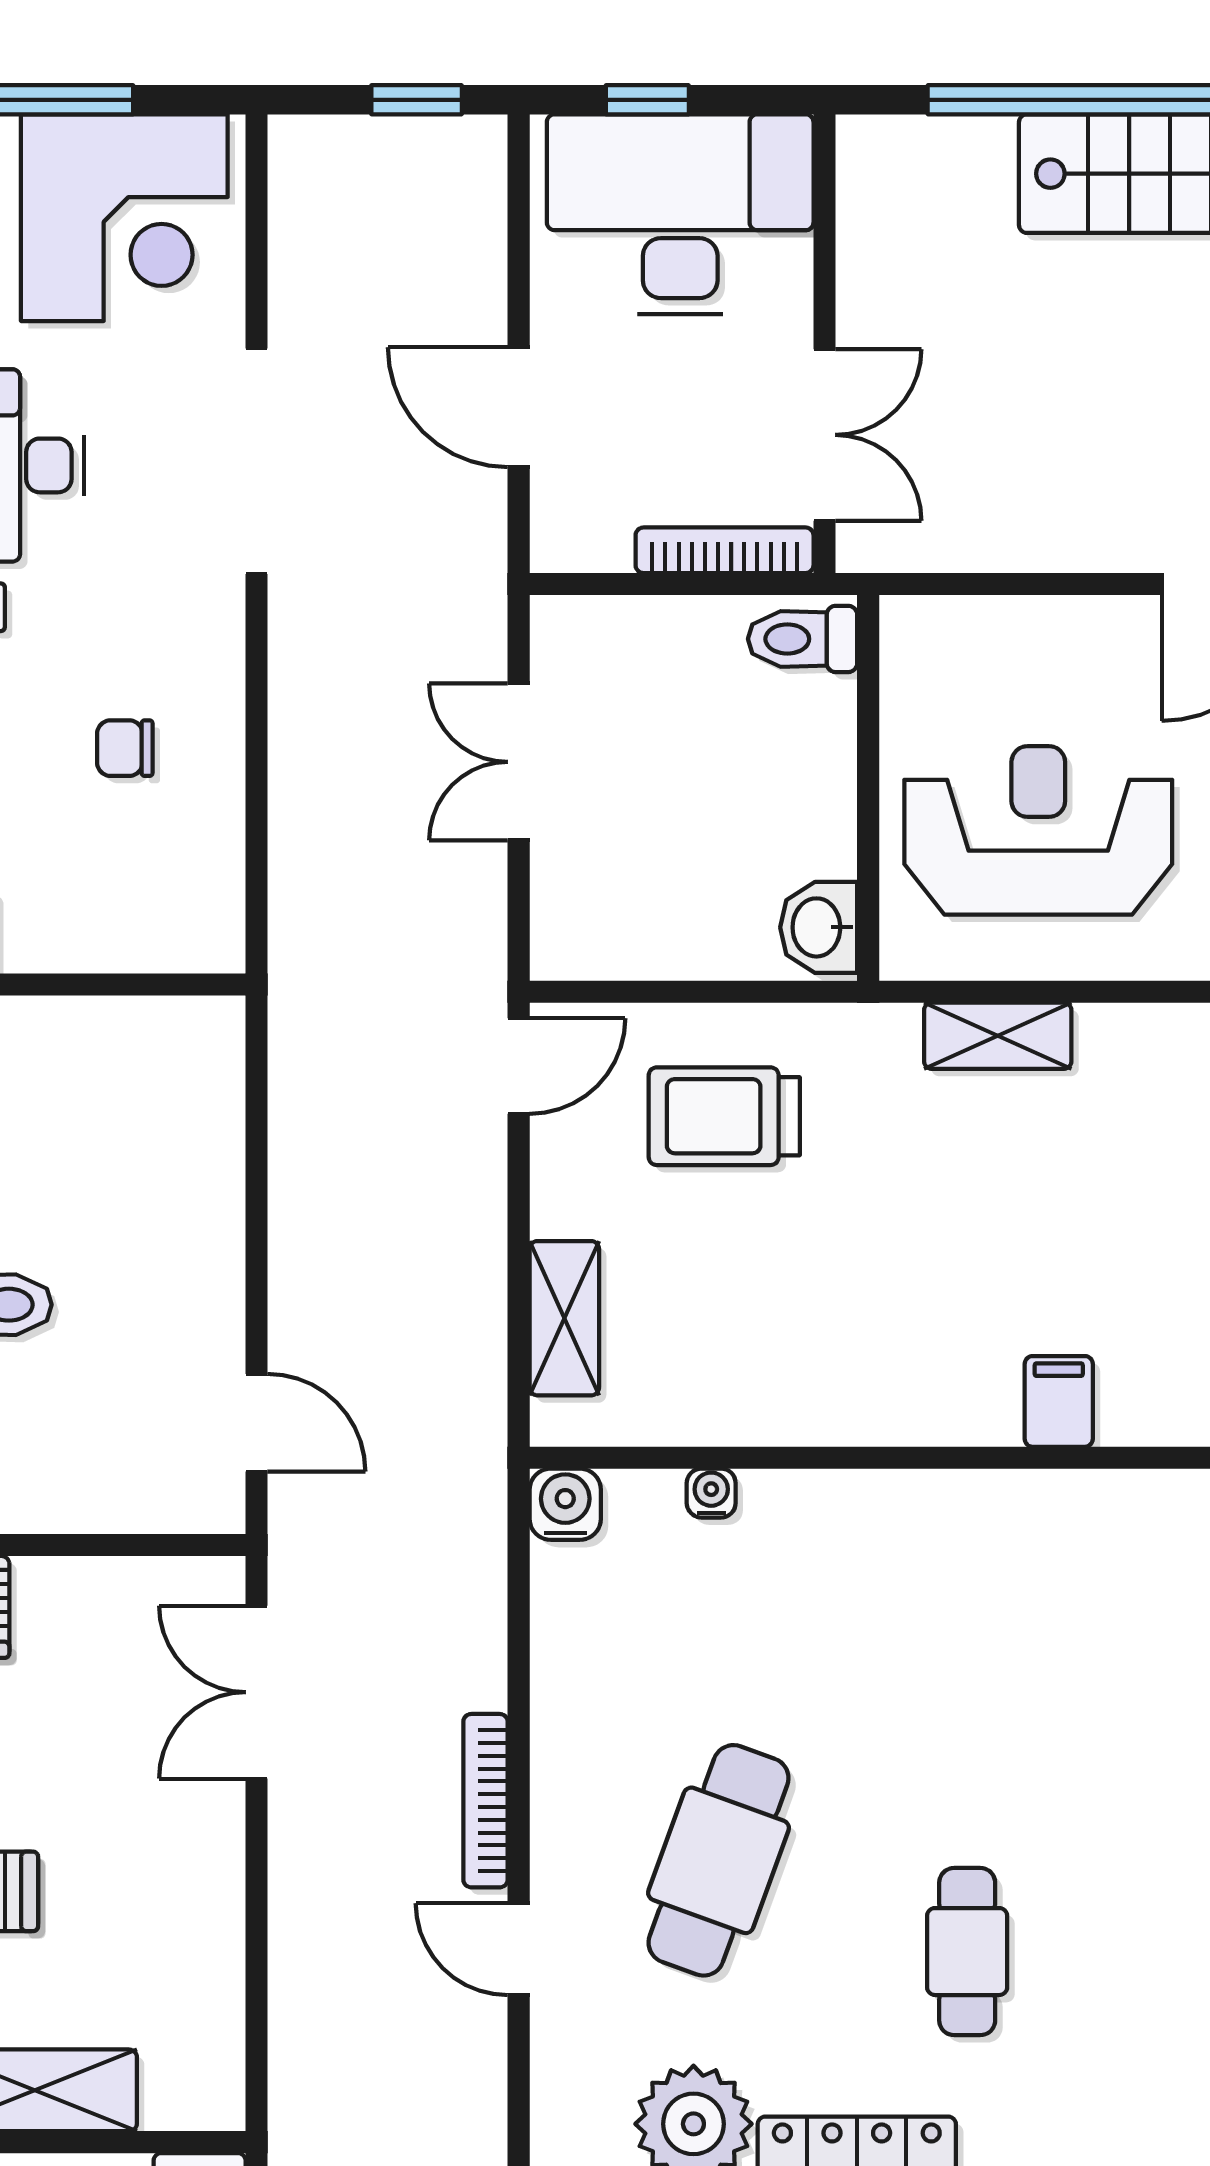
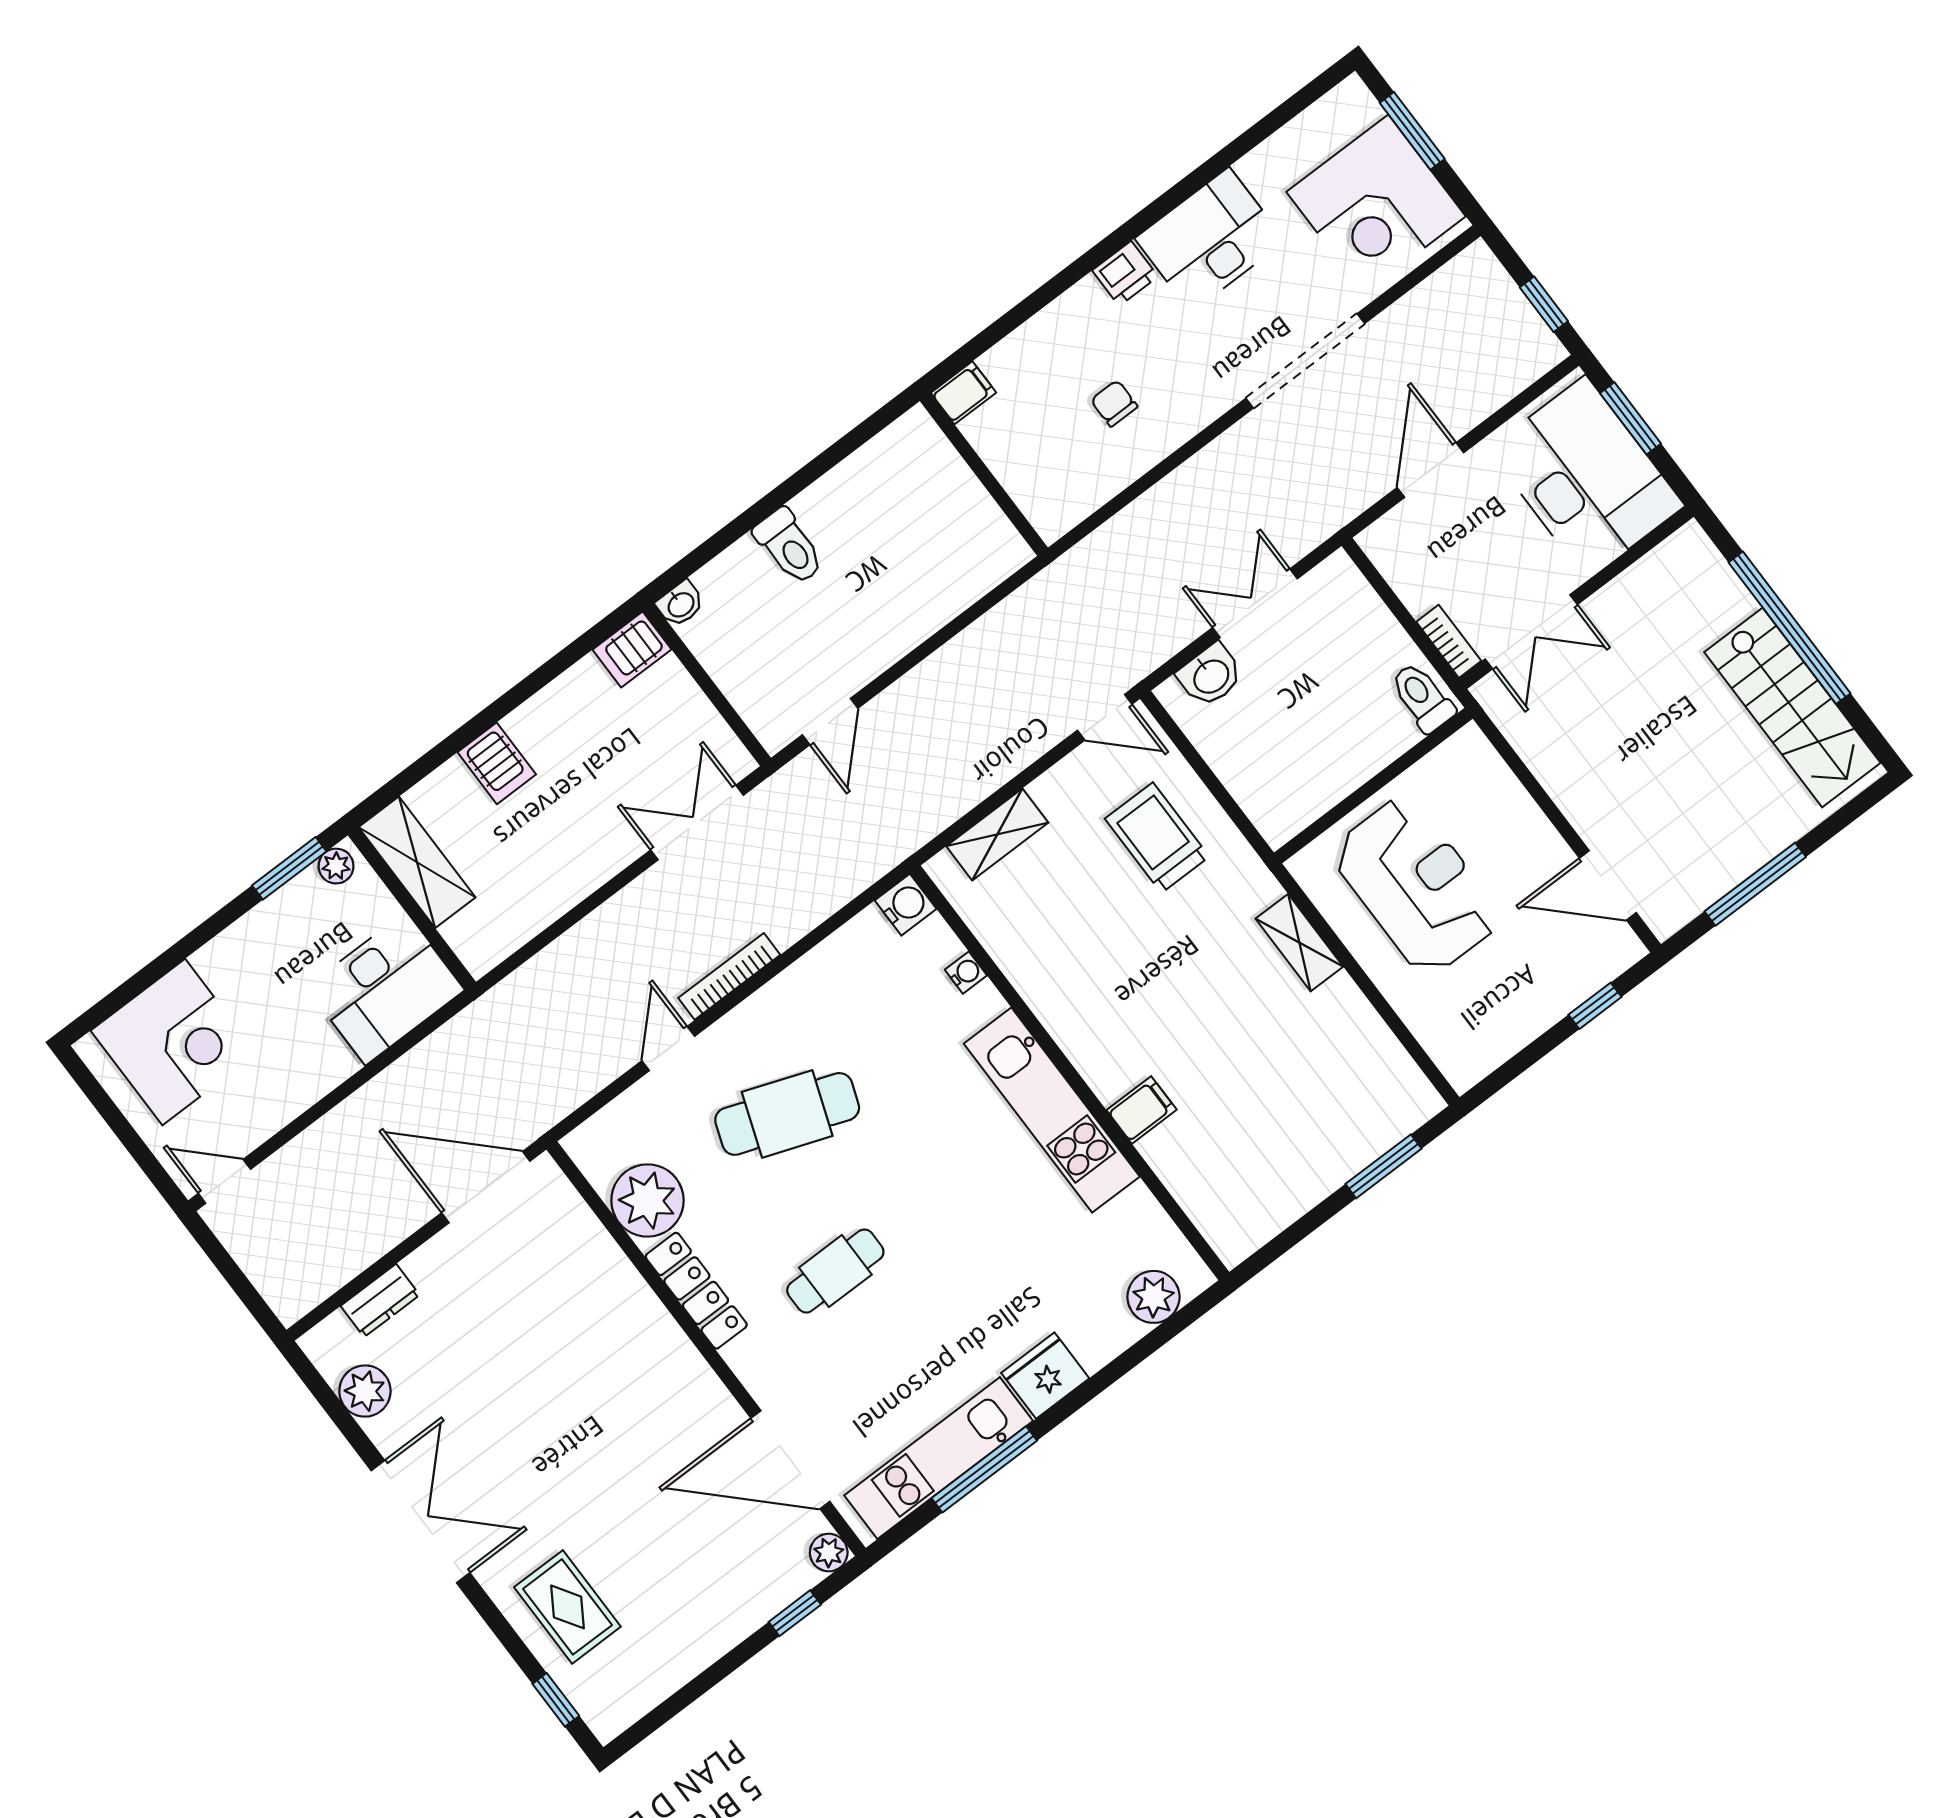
window: (647, 100) -> (1630, 418), width x1.50
bookcase: (725, 550) -> (1449, 641), width x0.64
washbasin: (819, 927) -> (1210, 675), moved, turned 180
kitchen unit: (971, 1517) -> (1052, 1110), added

